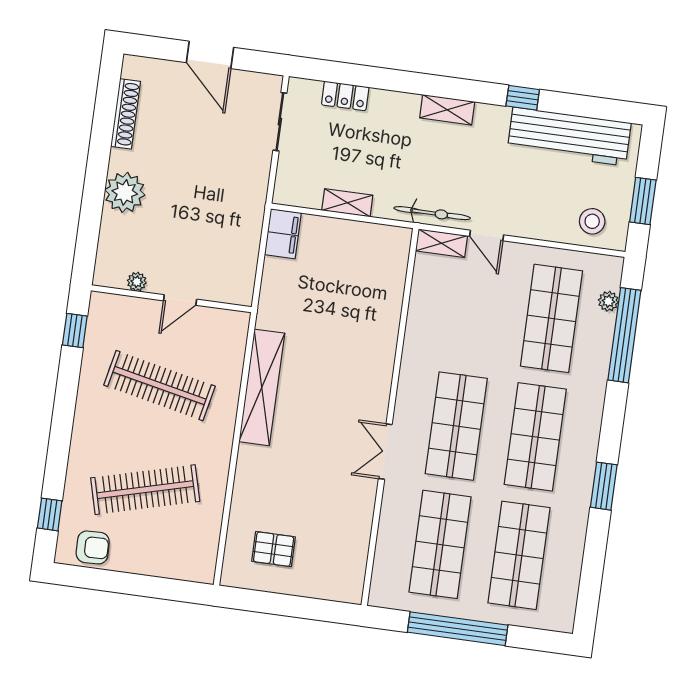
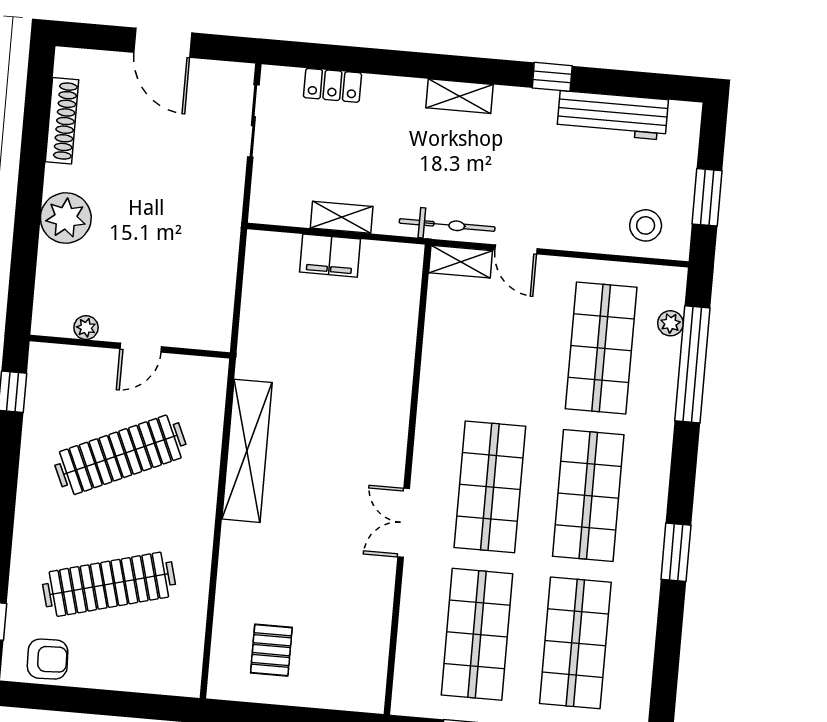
workbench: (569, 136) -> (613, 115), width x0.73, depth x0.76
filing cabinet: (283, 234) -> (330, 256), moved, turned 90
clothes rail: (159, 386) -> (120, 455), turned -36
pallet: (274, 549) -> (271, 650), turned 90

